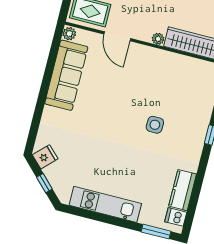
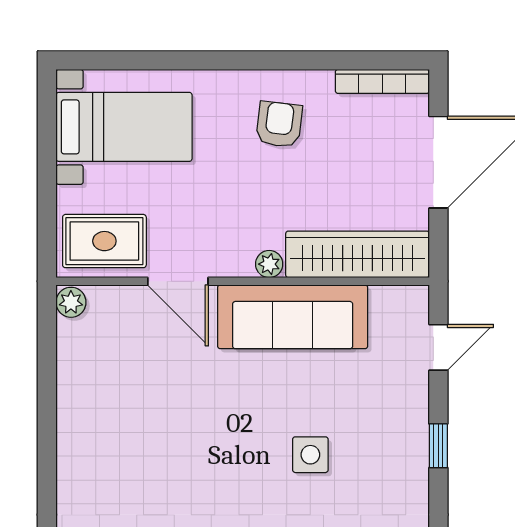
sofa: (66, 75) -> (293, 317), moved, turned 90

